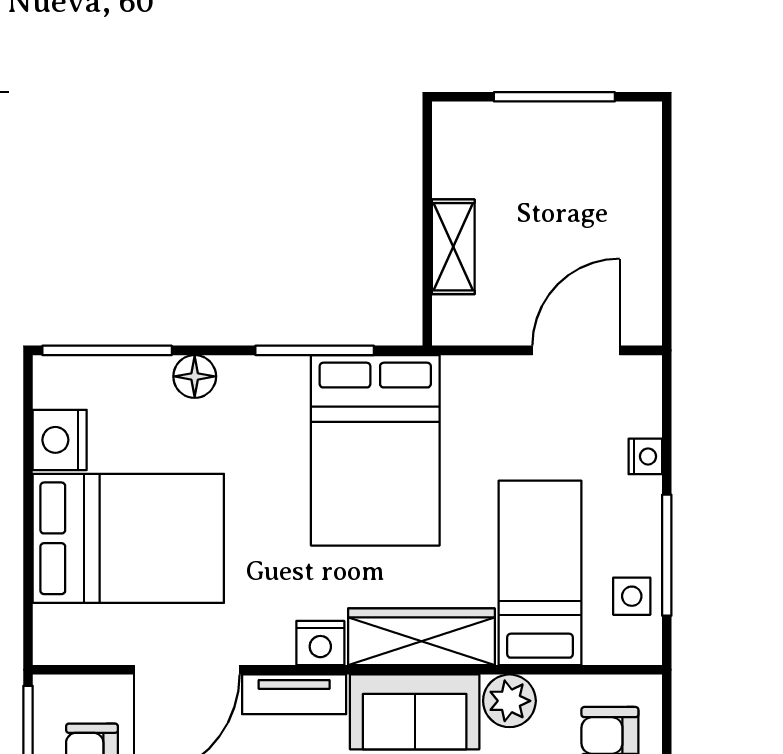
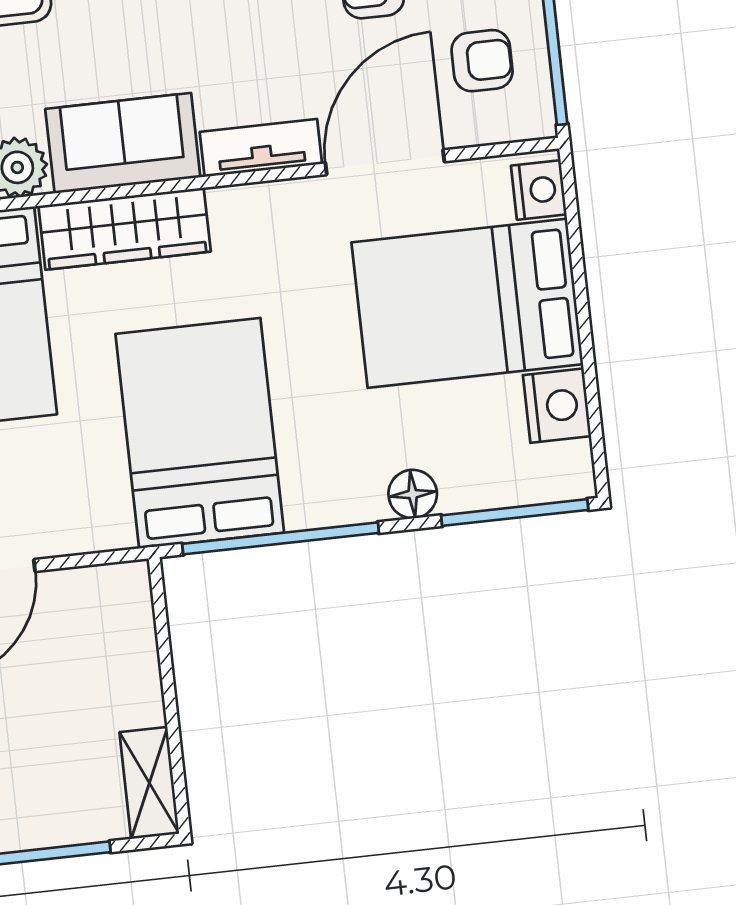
shelving: (453, 247) -> (149, 783), moved
window: (315, 350) -> (281, 538), width x1.46
nightstand: (320, 643) -> (539, 190), moved, turned 90

